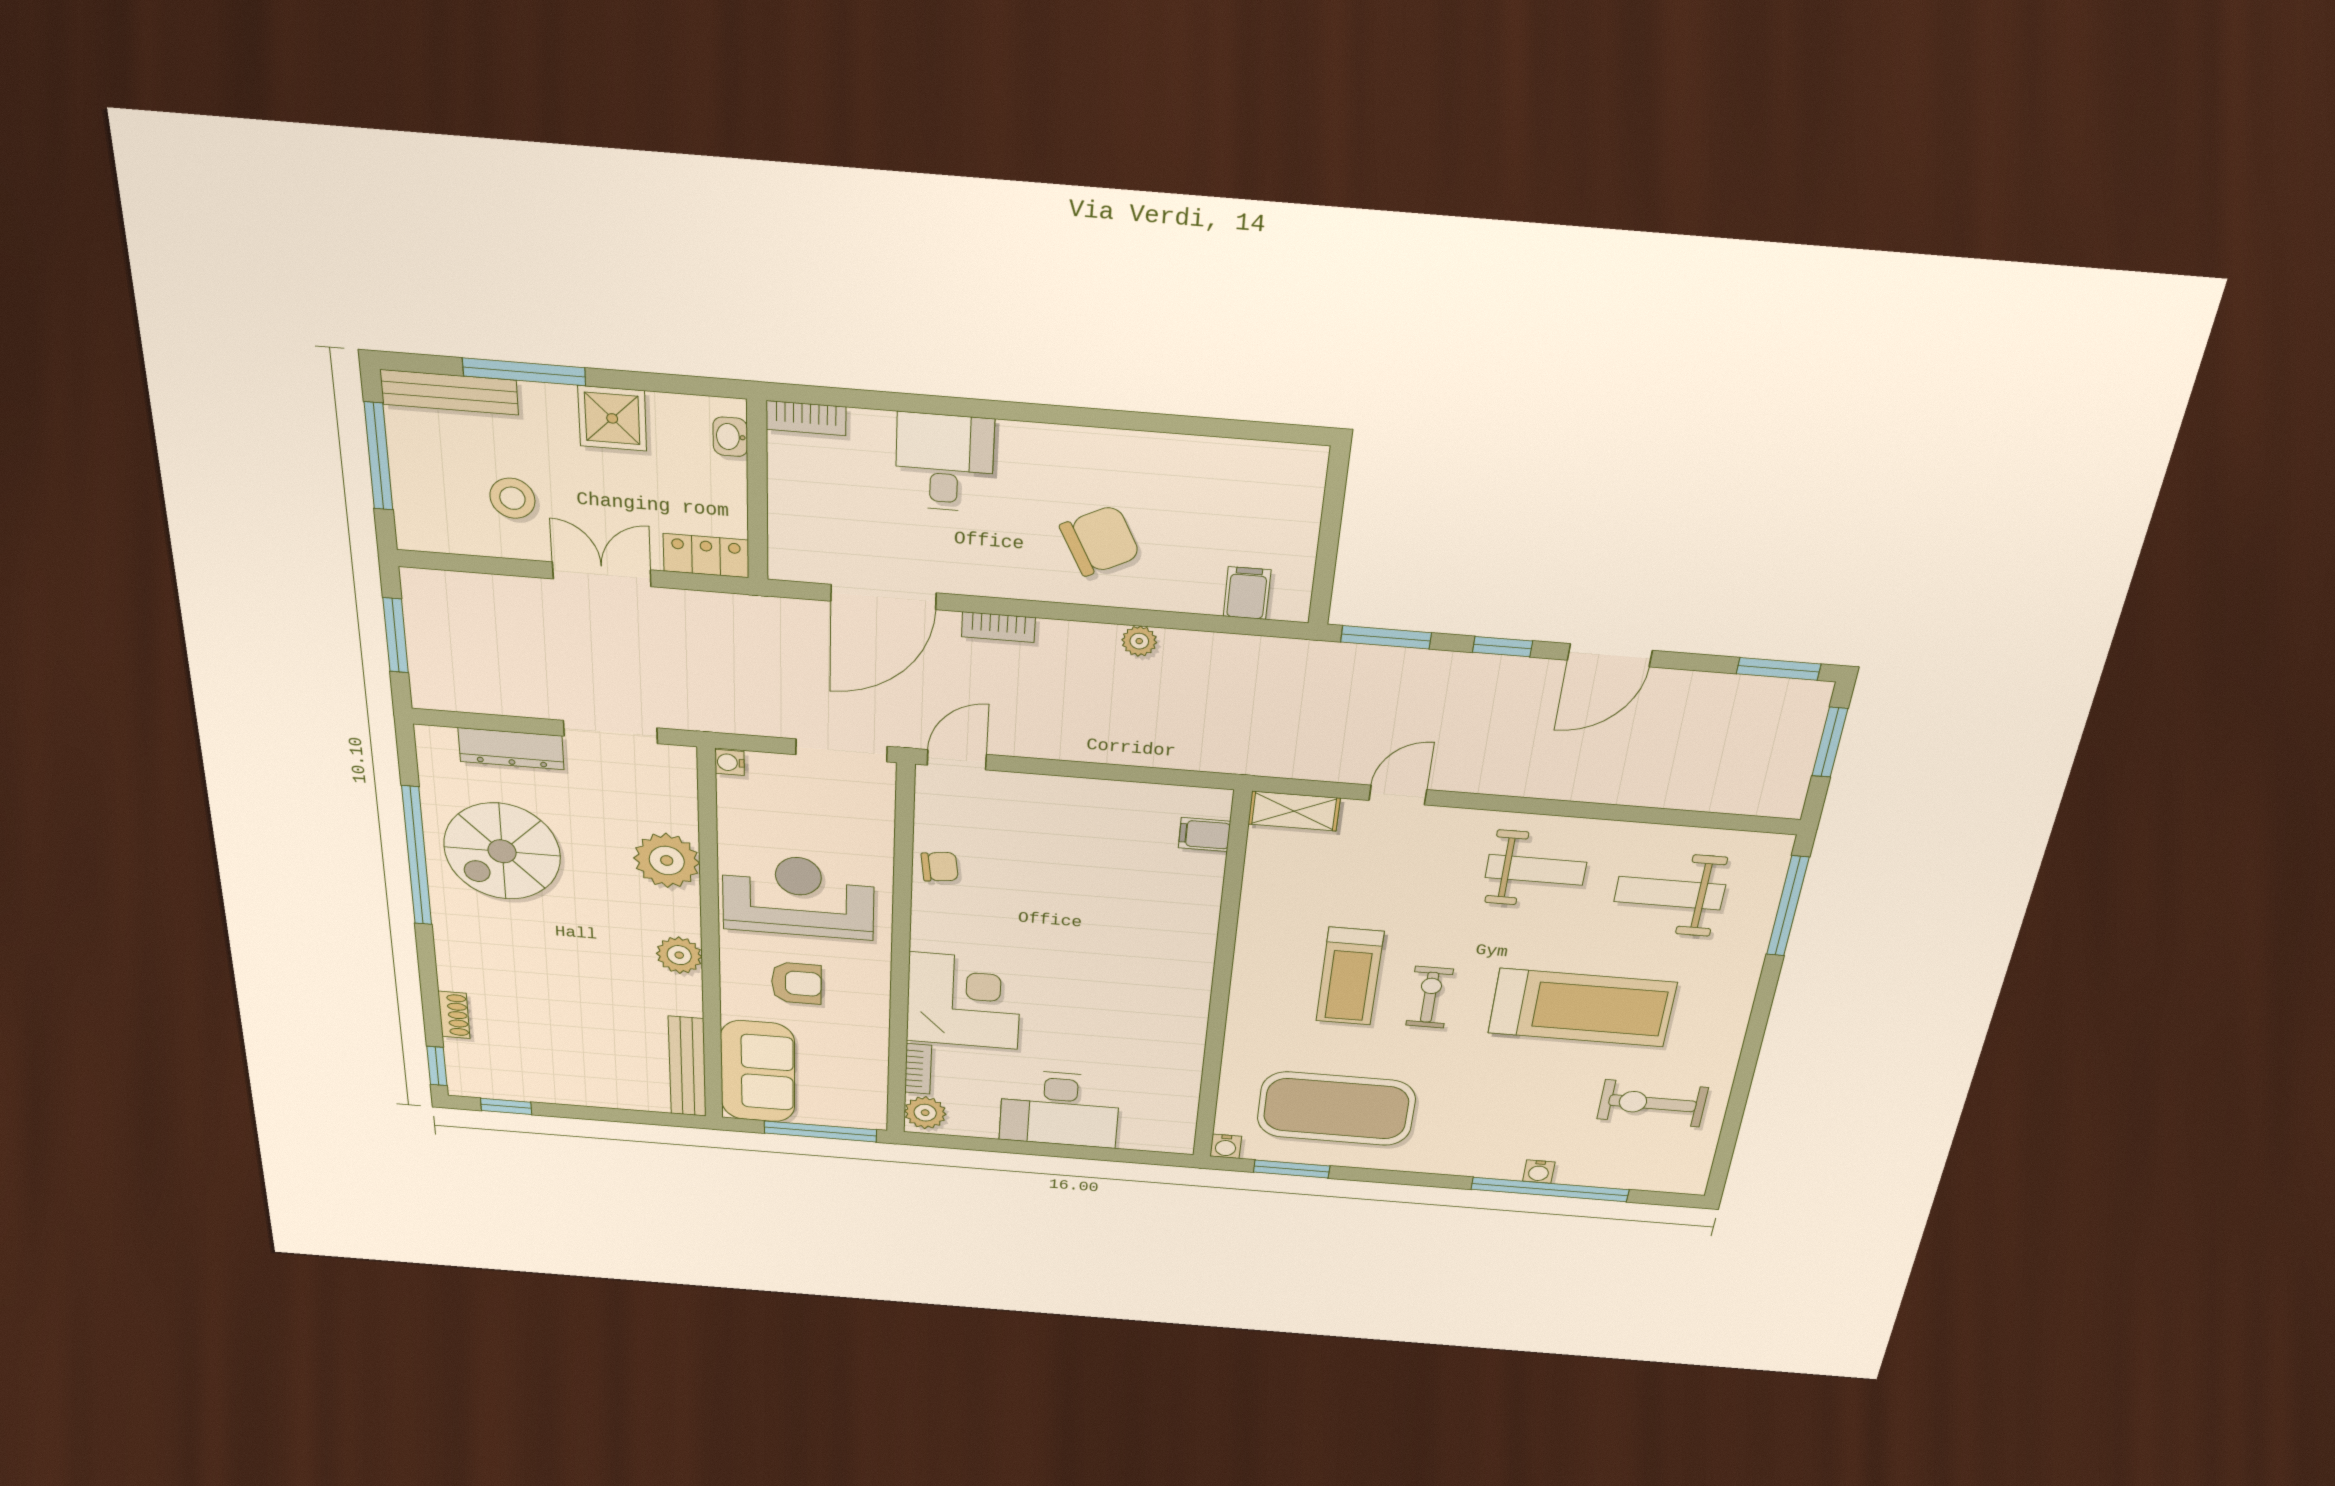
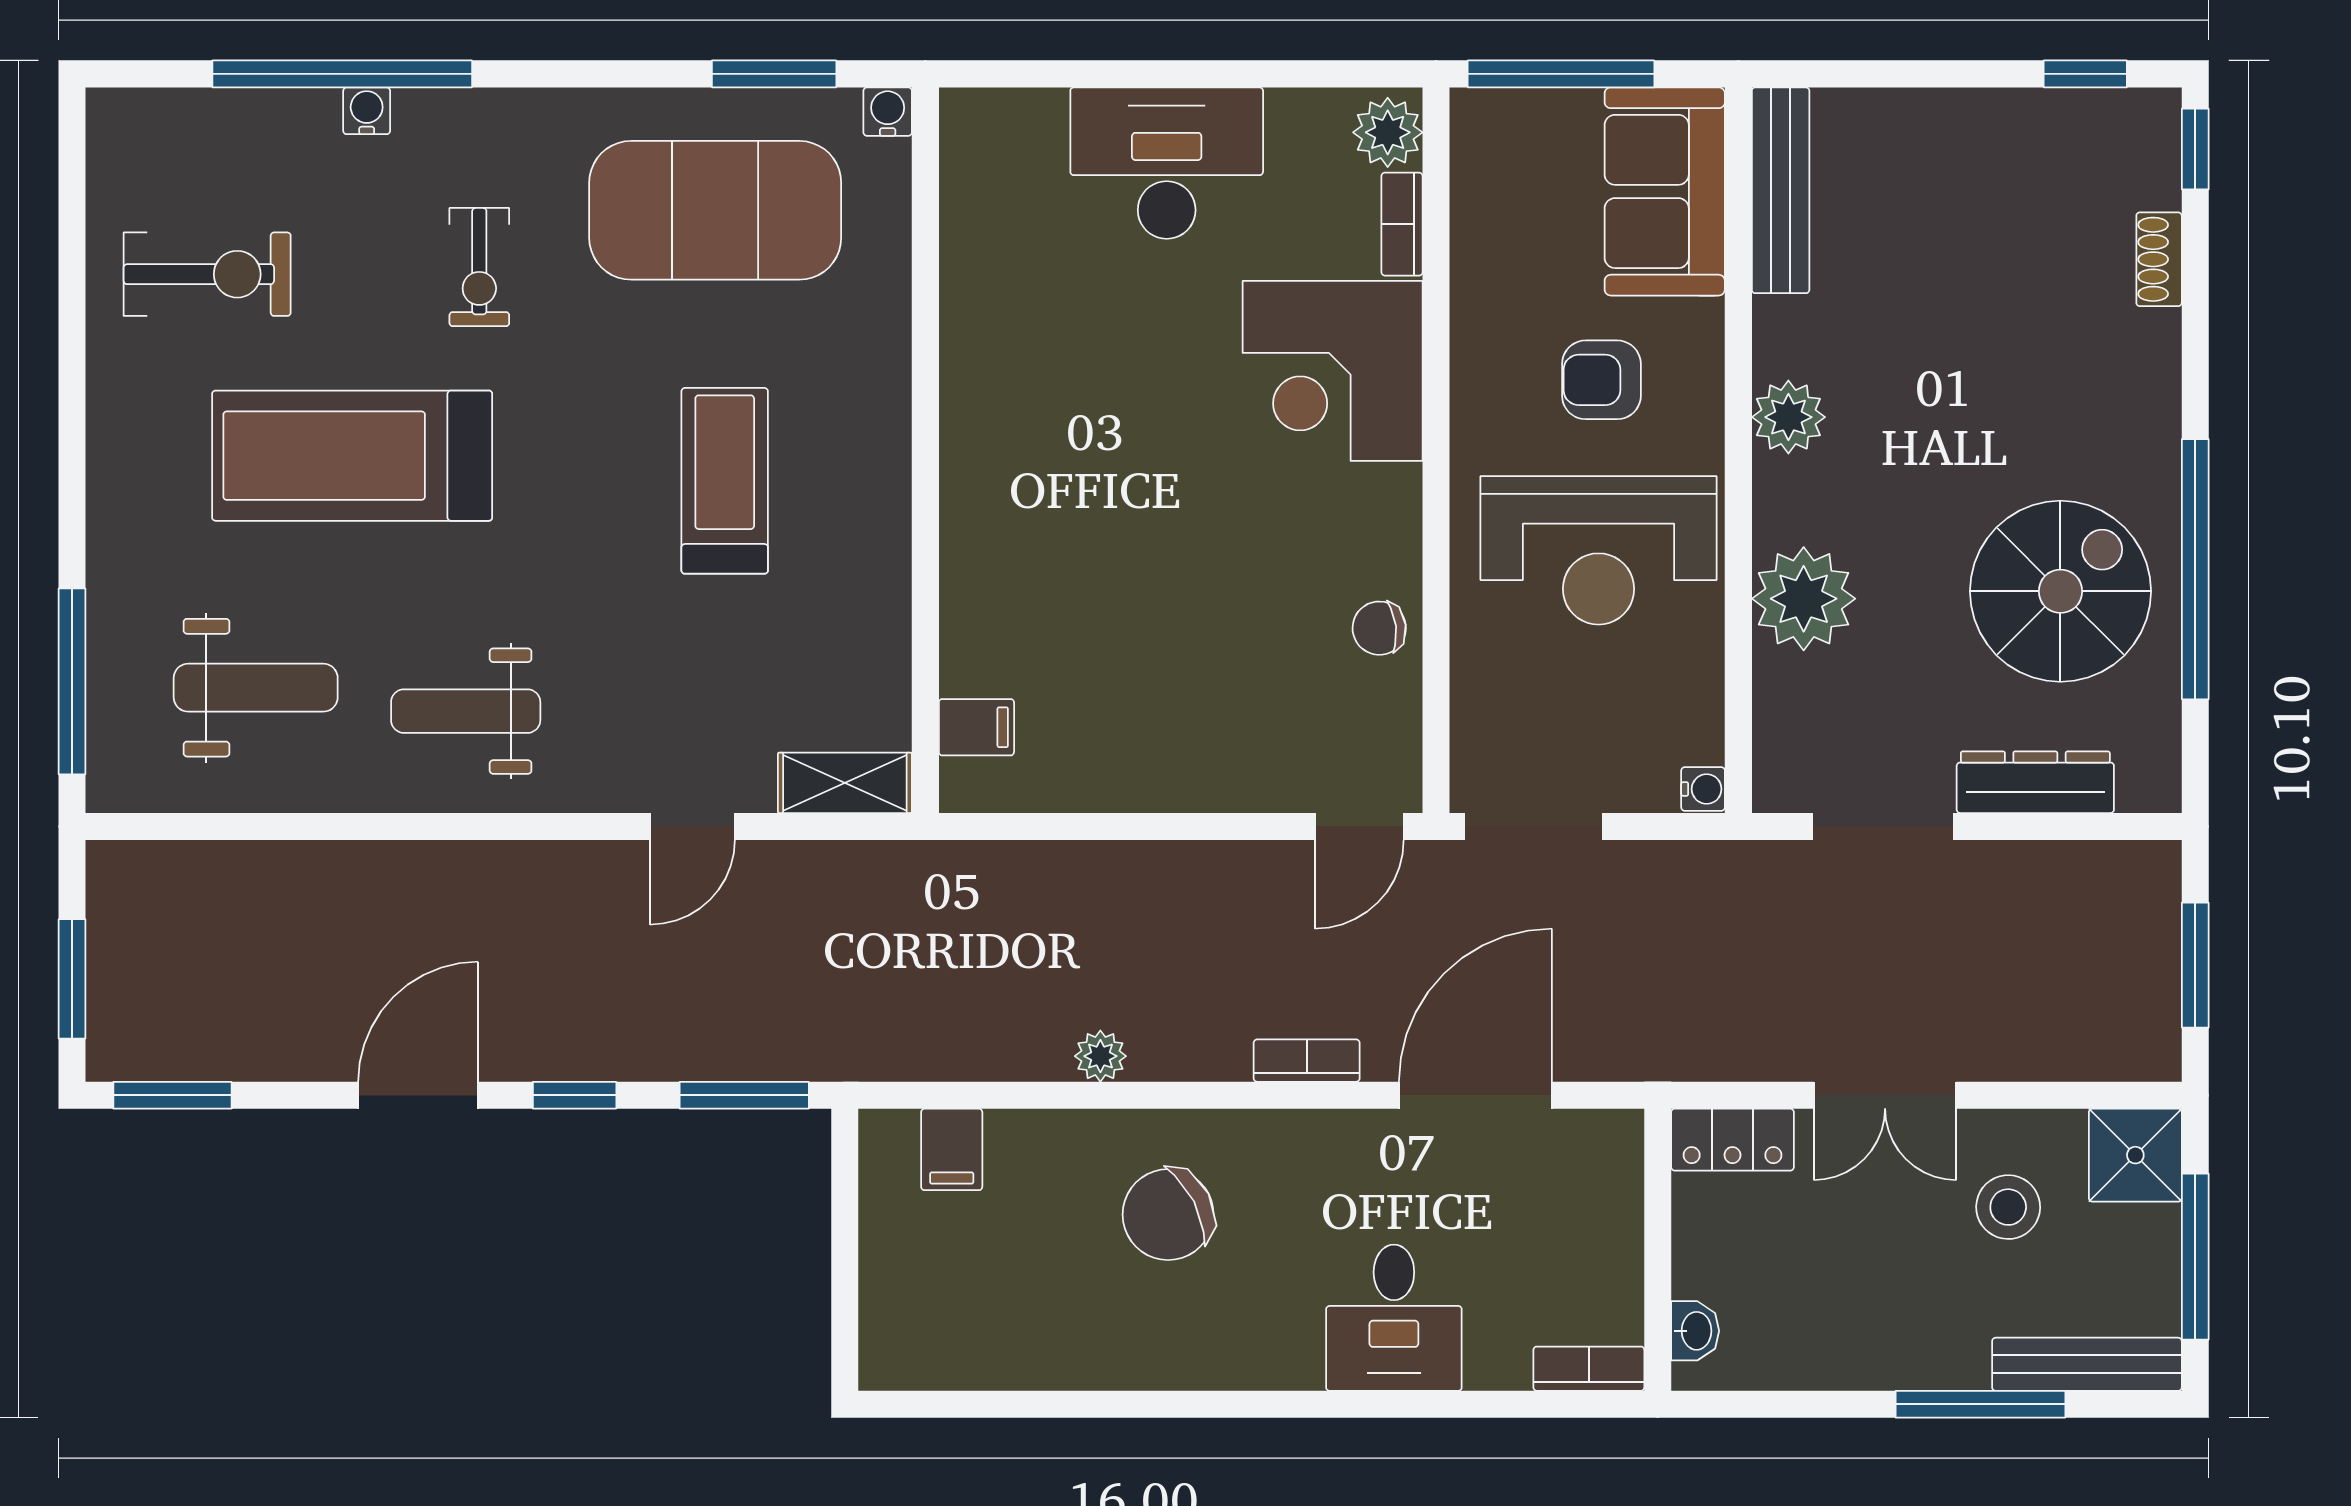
shower: (612, 418) -> (2135, 1155), moved
exercise bike: (1430, 997) -> (479, 267), moved

